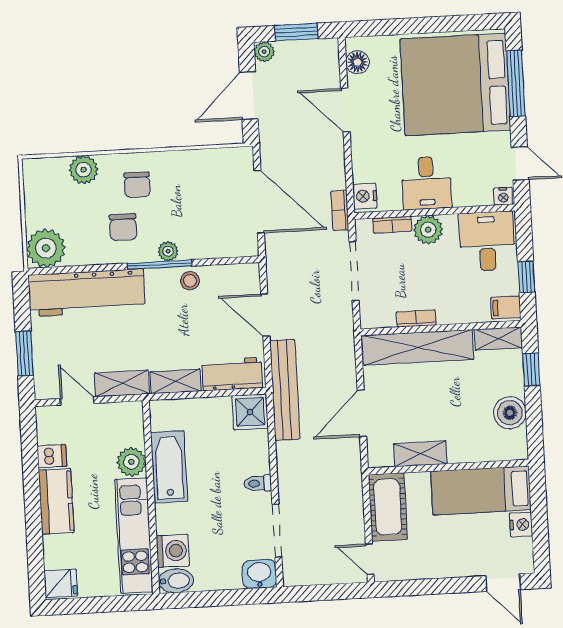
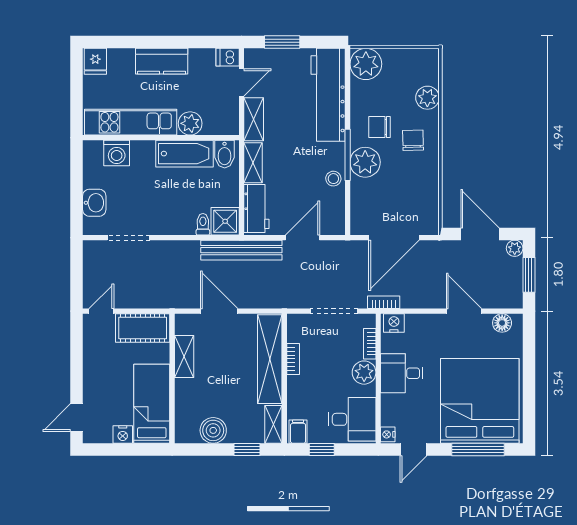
door: (345, 110) -> (464, 311), hinge flipped
chair: (137, 185) -> (413, 140), turned 89
plant: (168, 251) -> (365, 162), width x1.88, depth x1.88
dishwasher: (52, 456) -> (228, 57), moved, turned 90
toilet: (258, 483) -> (203, 224), moved
washbasin: (259, 574) -> (94, 203), moved
bidet: (176, 581) -> (225, 154), moved

